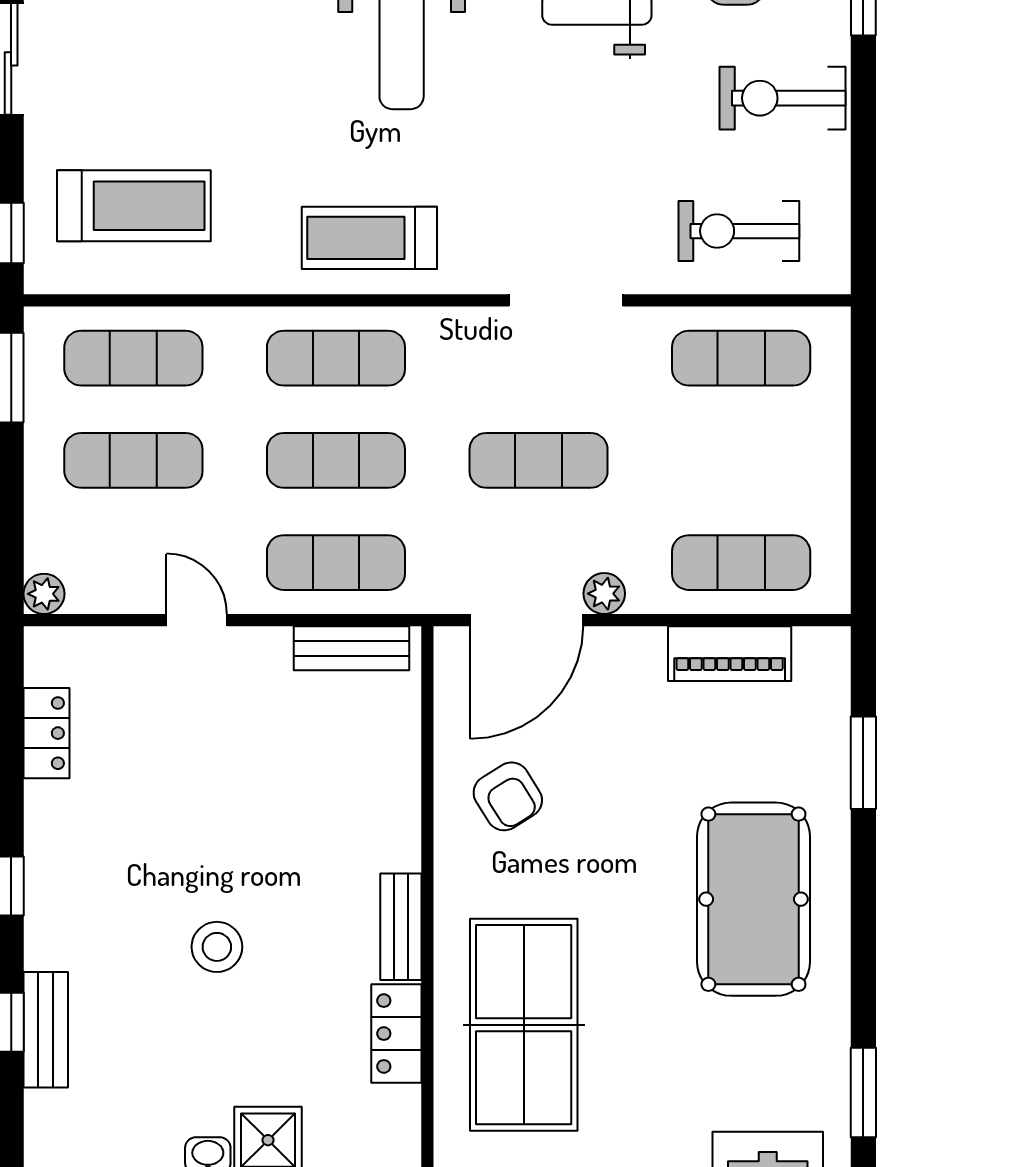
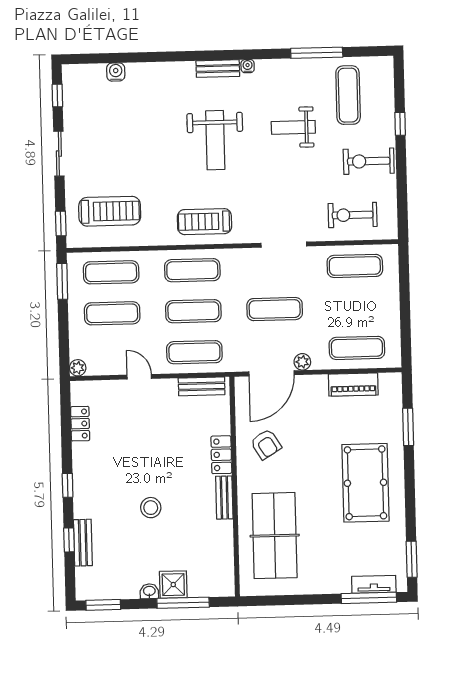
locker: (396, 1034) -> (221, 455), moved

